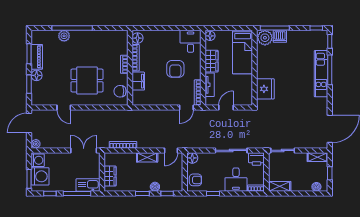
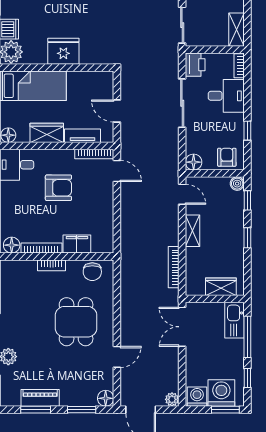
floor lamp: (37, 75) -> (106, 398), moved
fridge: (265, 89) -> (63, 51), moved
boiler: (155, 187) -> (237, 184), moved

